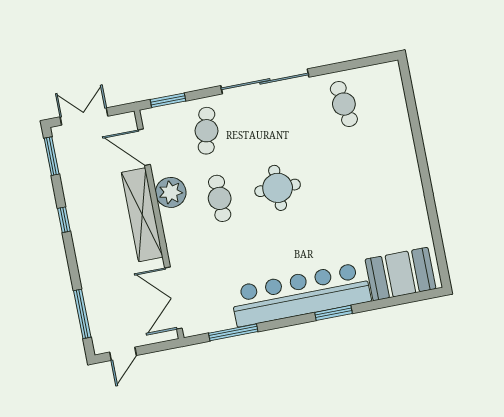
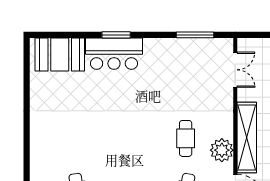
round table: (278, 188) -> (140, 138), removed
bar counter: (301, 294) -> (114, 54), width x0.54
double door: (173, 298) -> (235, 70), width x0.73

